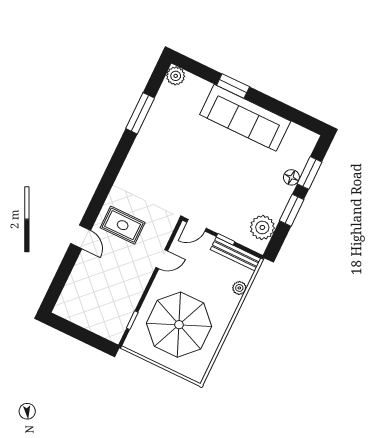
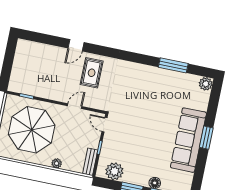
window: (233, 86) -> (206, 138), moved
bench: (236, 254) -> (90, 162), width x0.73
door: (162, 259) -> (75, 106), swing flipped
plant: (239, 288) -> (57, 163), moved

